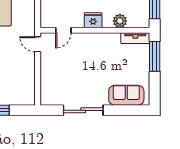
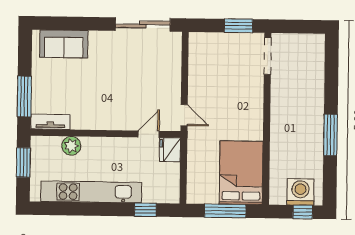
fridge: (93, 20) -> (170, 150), moved, turned 90
sliding door: (83, 110) -> (143, 24), moved

